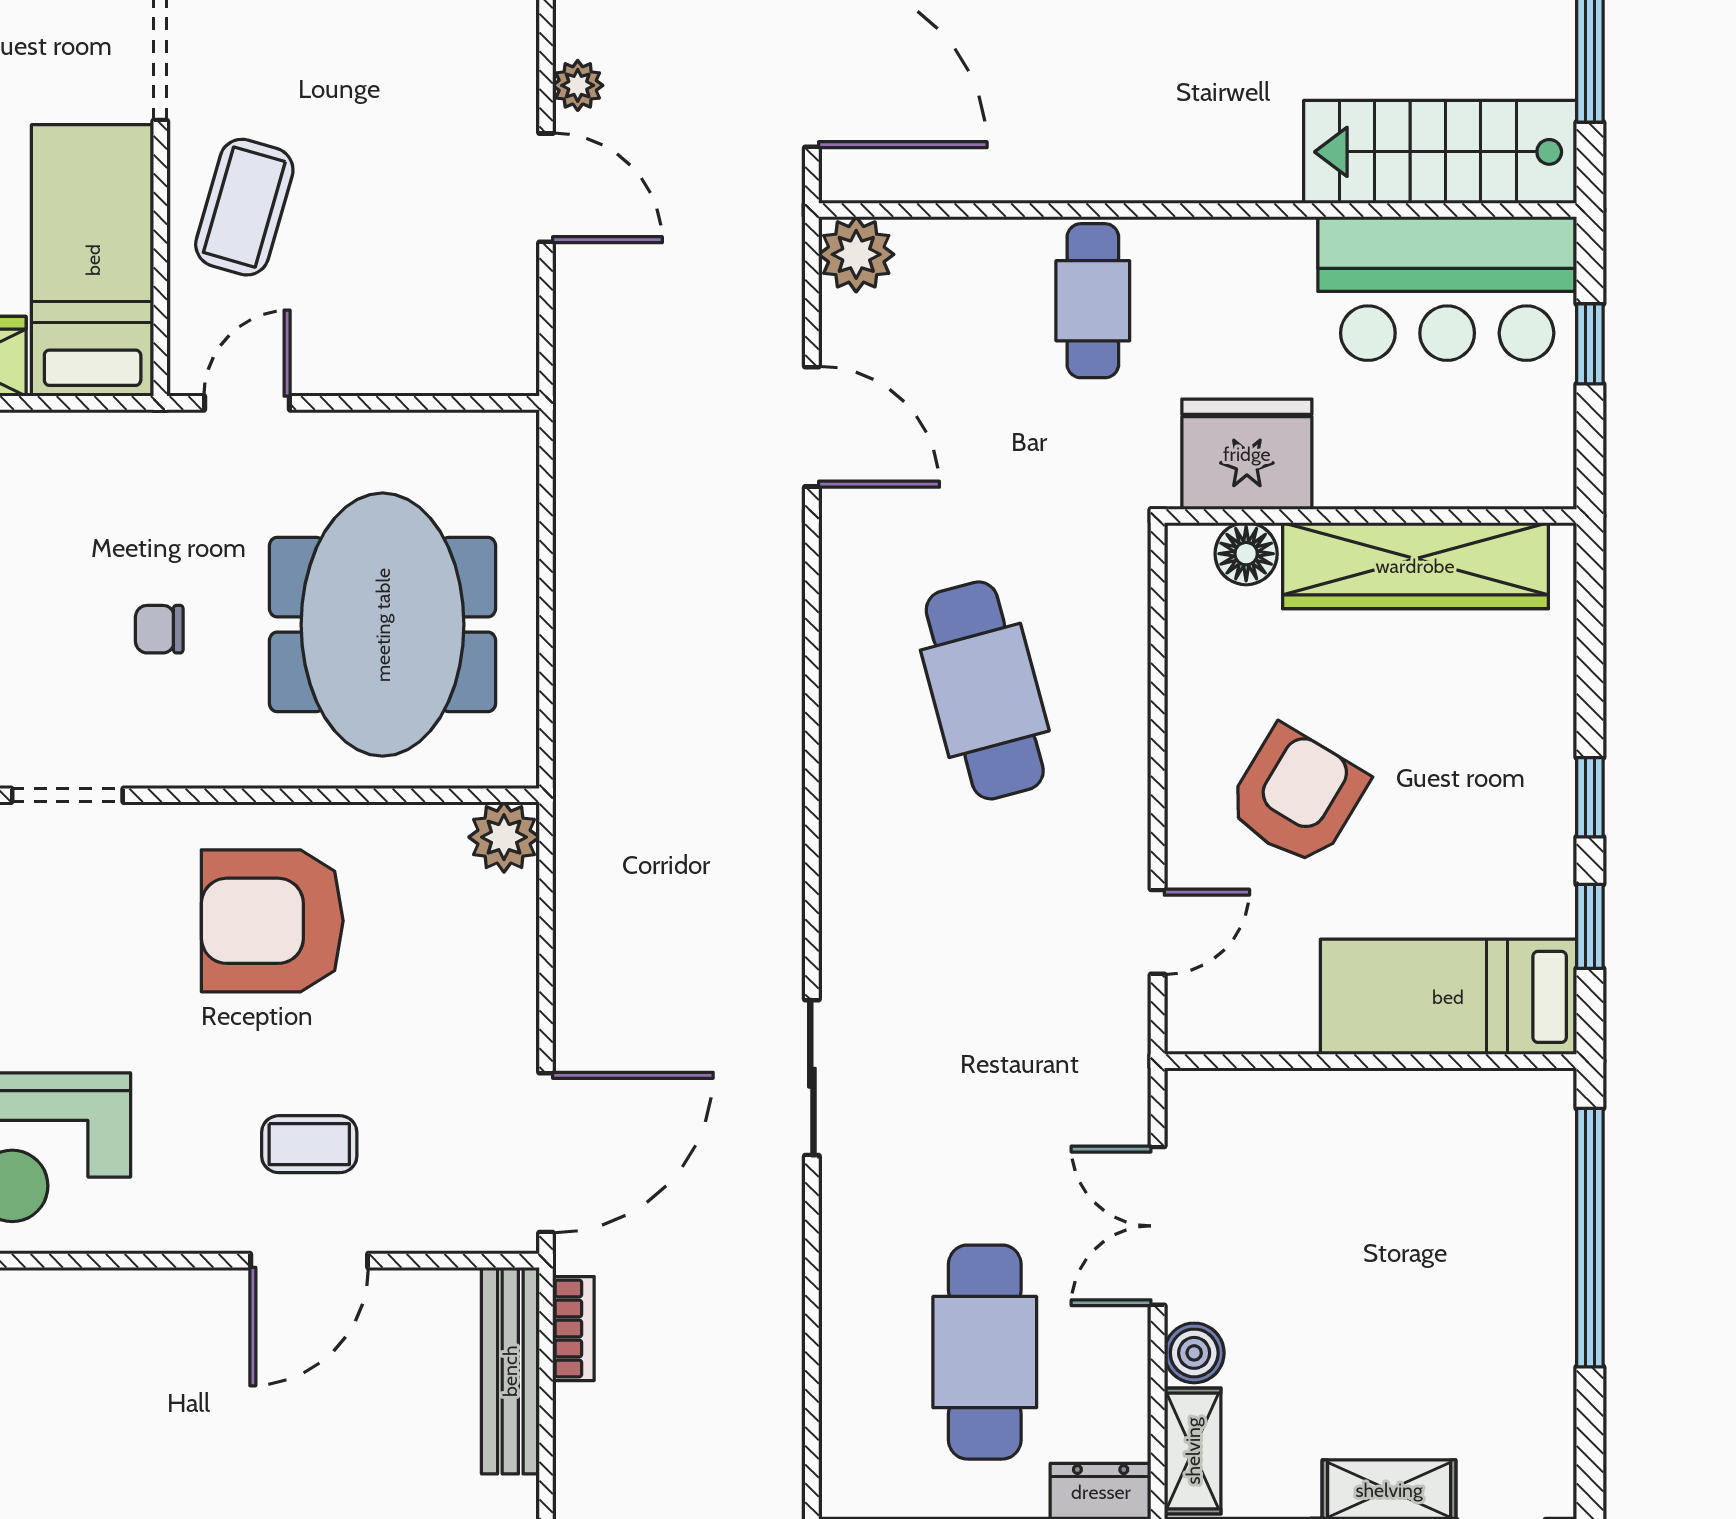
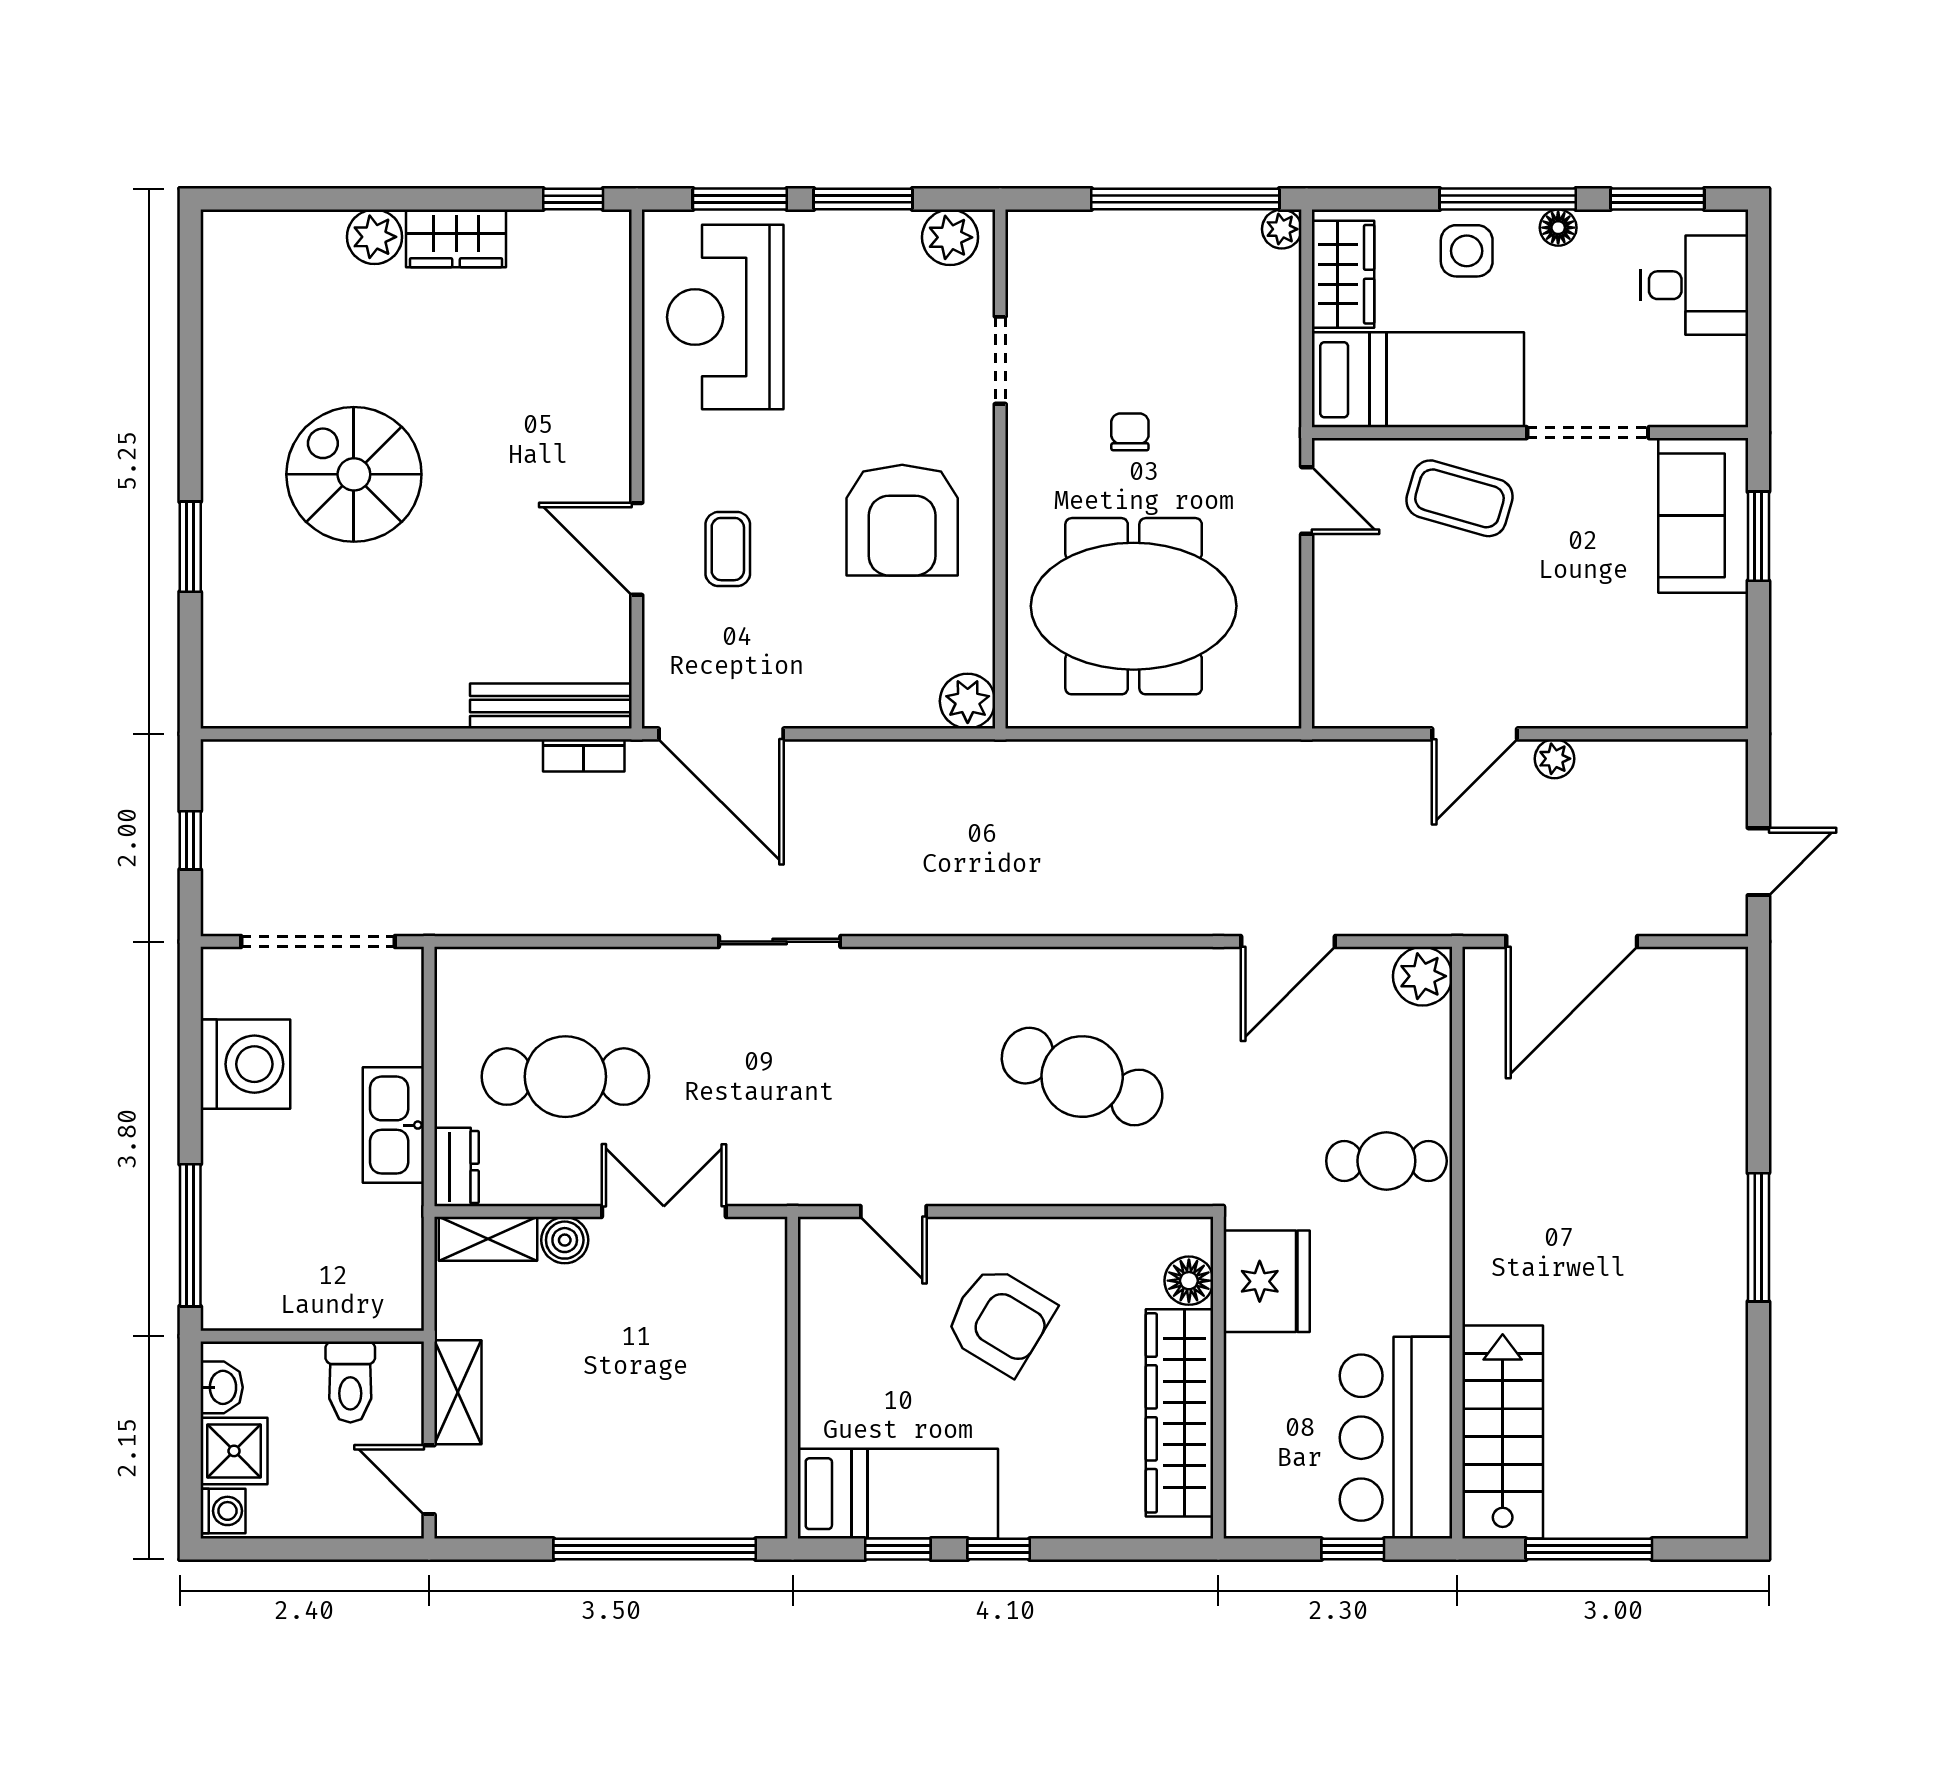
cafe table: (985, 690) -> (1082, 1077), turned 36
armchair: (272, 921) -> (902, 520), turned 180
bed: (1448, 997) -> (898, 1494), moved, turned 90

